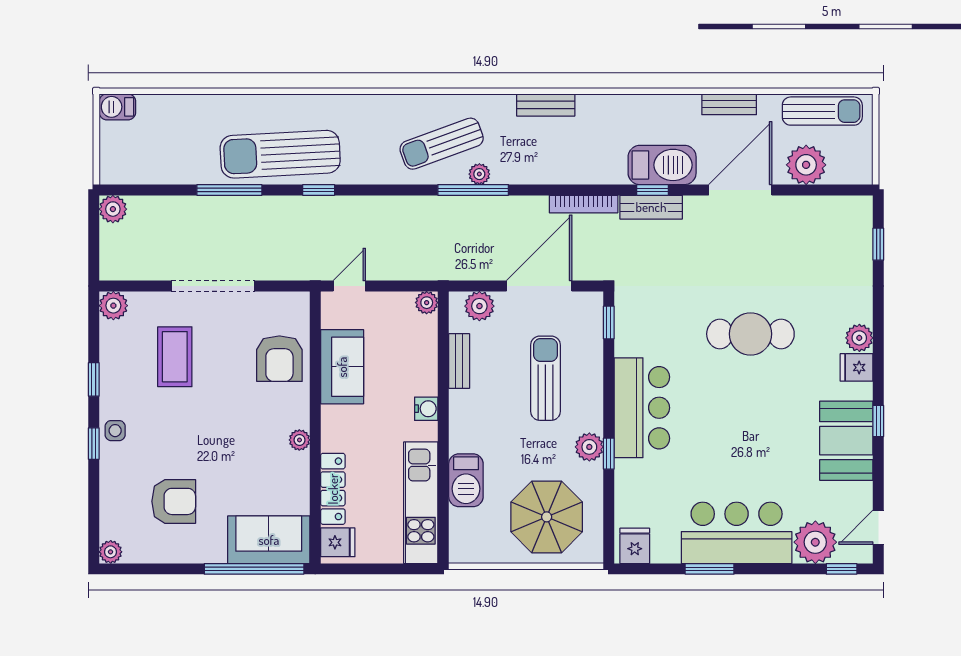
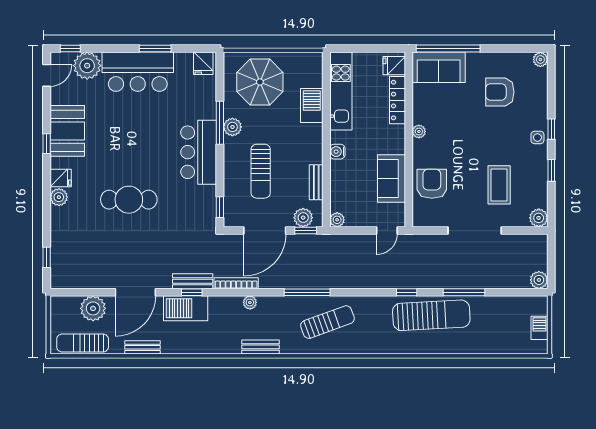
barbecue: (117, 107) -> (539, 328), moved, turned -90
plant: (479, 174) -> (250, 302), moved
window: (475, 286) -> (306, 230), added
window: (609, 454) -> (220, 123), width x2.17

